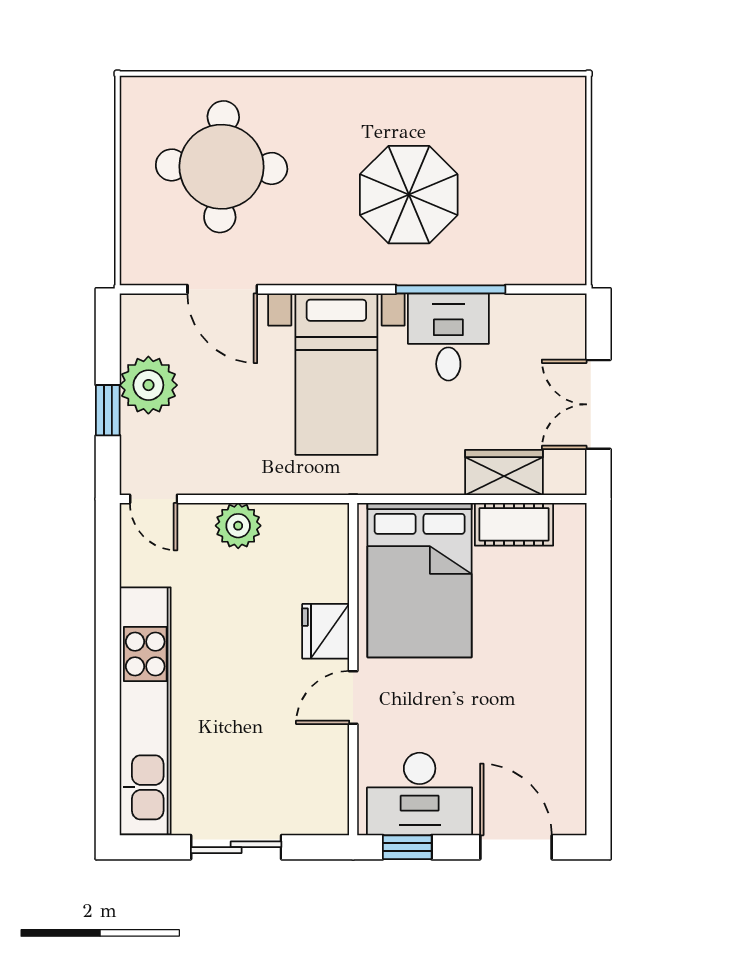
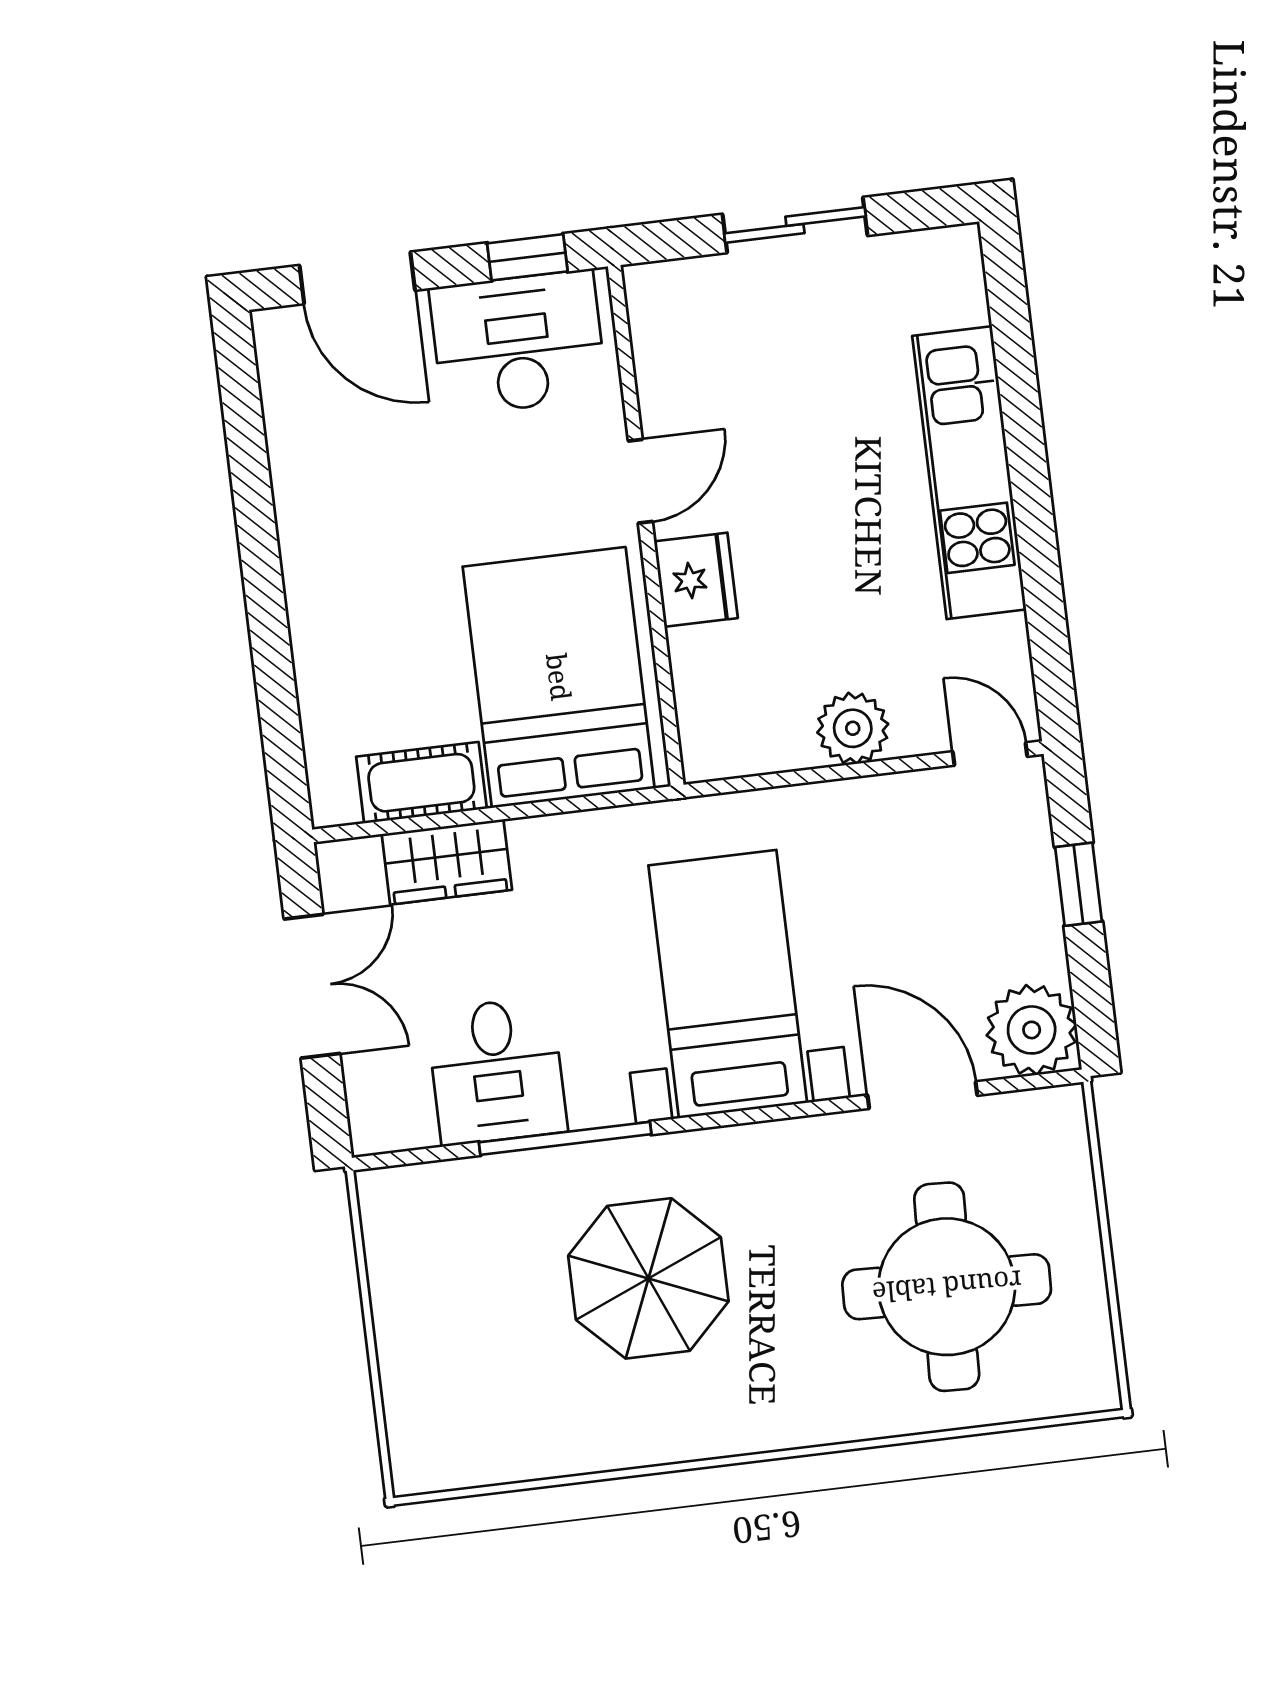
desk: (448, 337) -> (497, 1071), moved
plant: (148, 385) -> (1032, 1030), moved
kitchen unit: (145, 711) -> (969, 473), width x0.73

